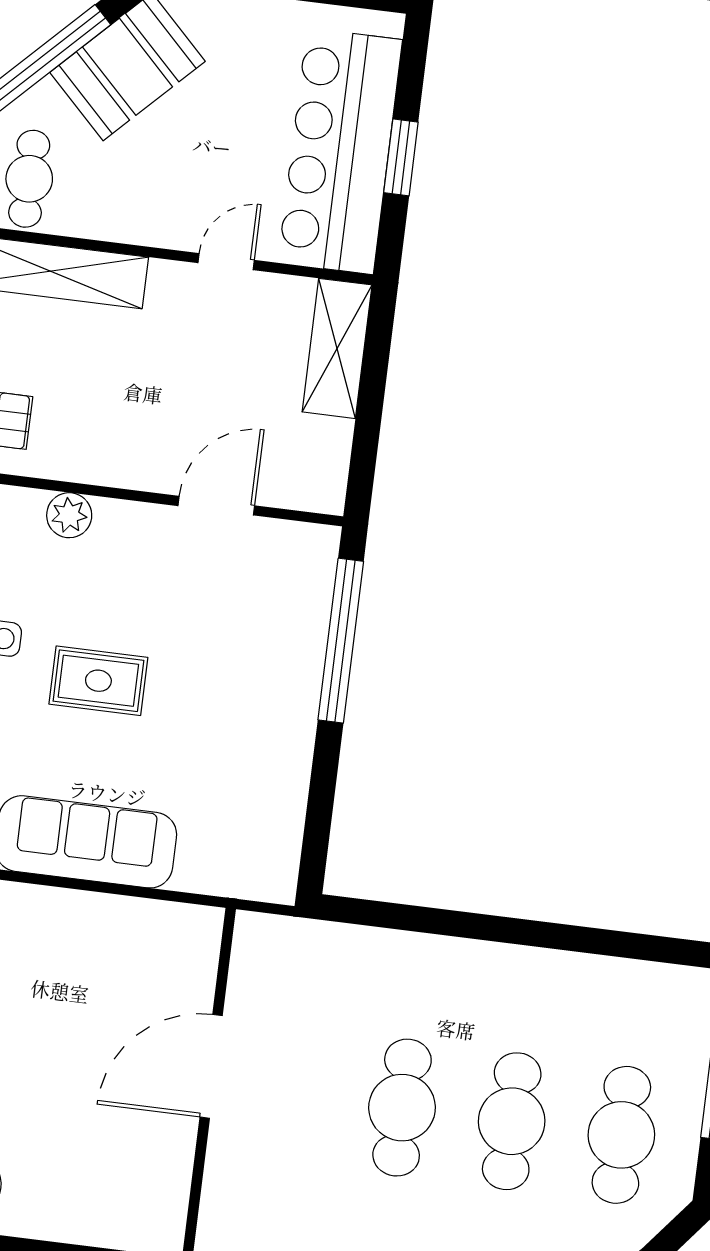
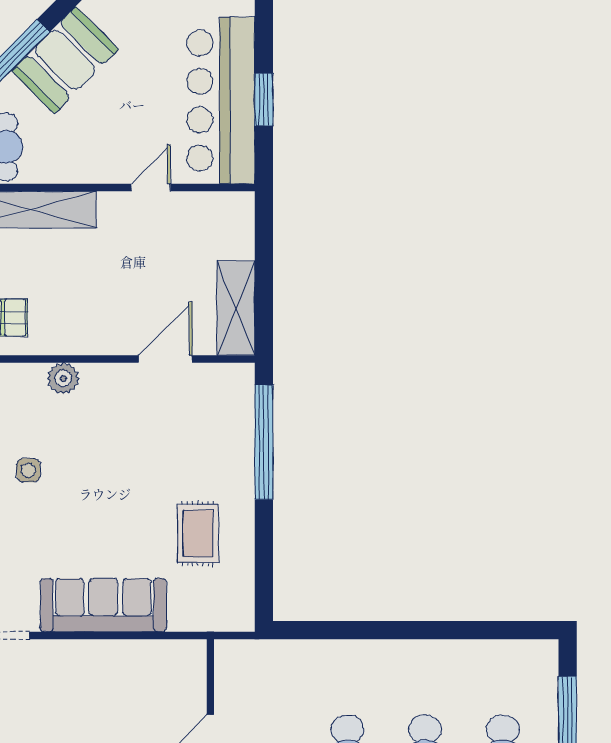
shelving: (337, 348) -> (236, 308), moved
rug: (98, 681) -> (198, 534), moved, turned 90

